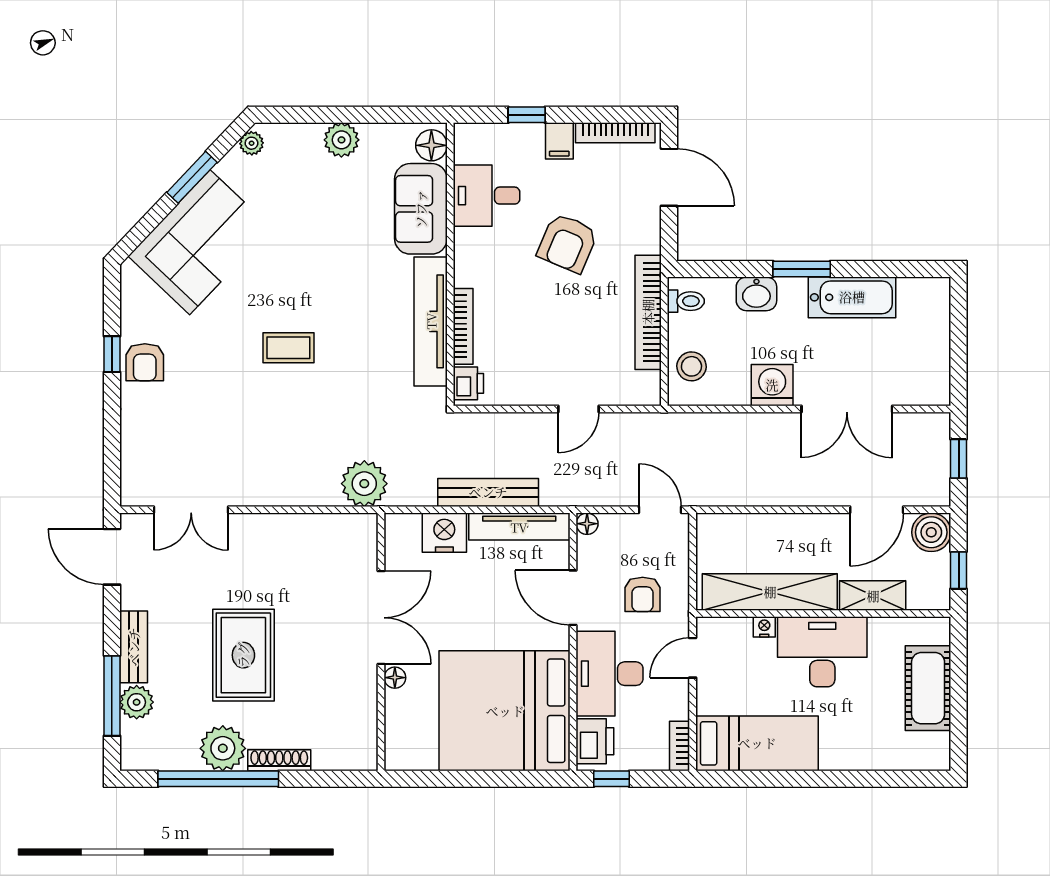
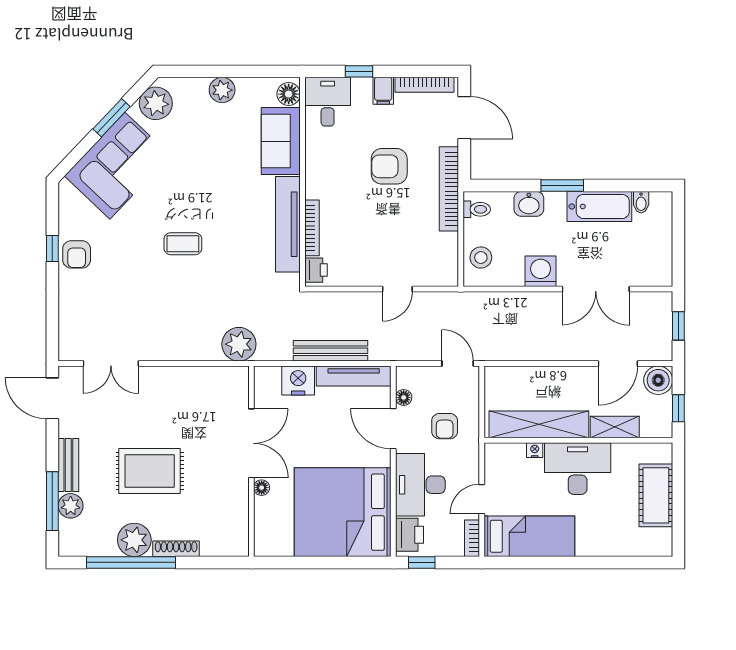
plant: (252, 143) -> (156, 103), width x1.87, depth x1.87
desk: (487, 196) -> (328, 102), moved, turned 90
armchair: (567, 243) -> (389, 166), turned 67
bidet: (908, 292) -> (641, 202), added
bookcase: (648, 312) -> (449, 189), moved
floor lamp: (587, 524) -> (404, 397), moved
rug: (243, 655) -> (150, 471), turned 90
door: (693, 658) -> (482, 499), moved

